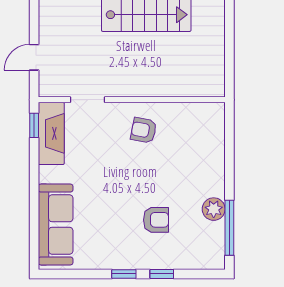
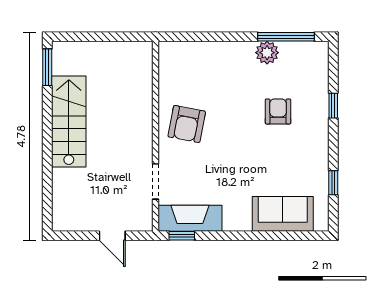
armchair: (144, 130) -> (187, 124), width x1.38, depth x1.38
sofa: (56, 224) -> (283, 214), width x0.73
window: (124, 274) -> (333, 183), moved

